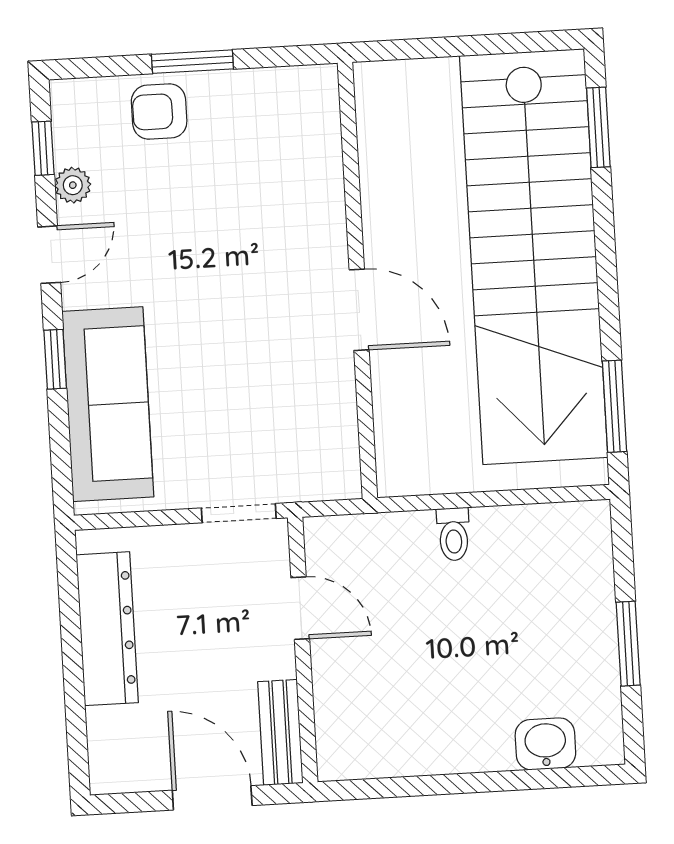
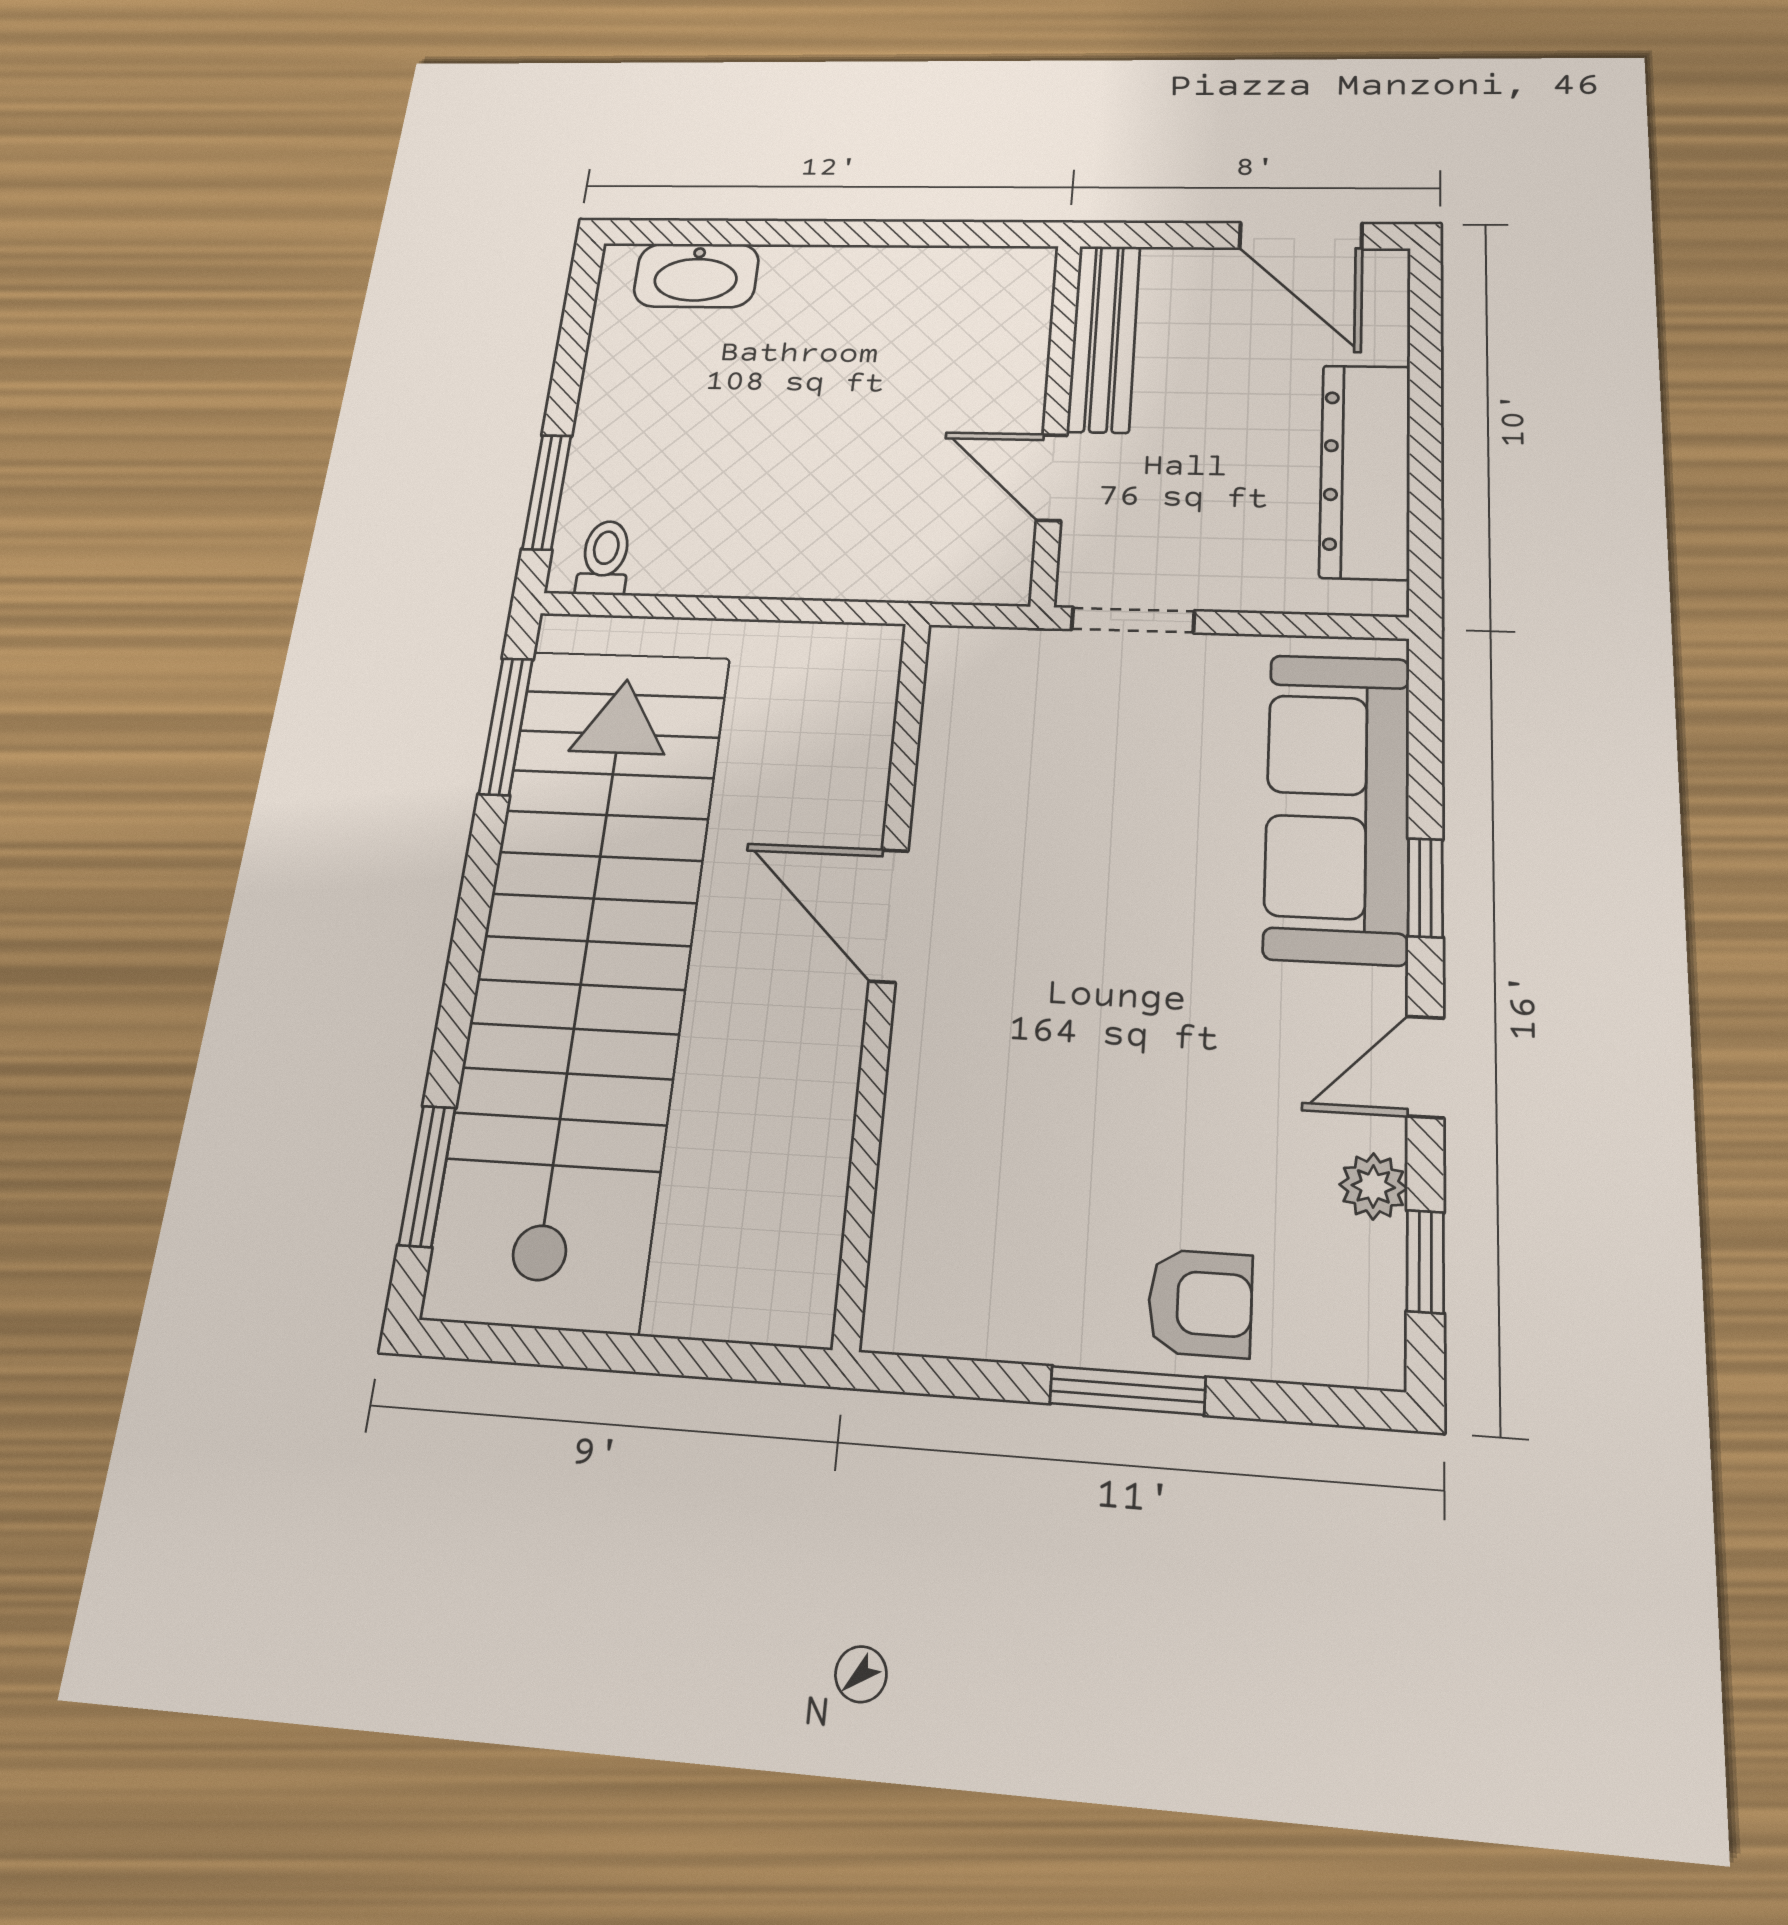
toilet: (454, 534) -> (605, 558), moved
window: (628, 644) -> (547, 492), moved
bench: (280, 732) -> (1104, 338), width x1.36
washbasin: (545, 744) -> (696, 275), width x1.38
door: (212, 798) -> (1301, 236), moved

